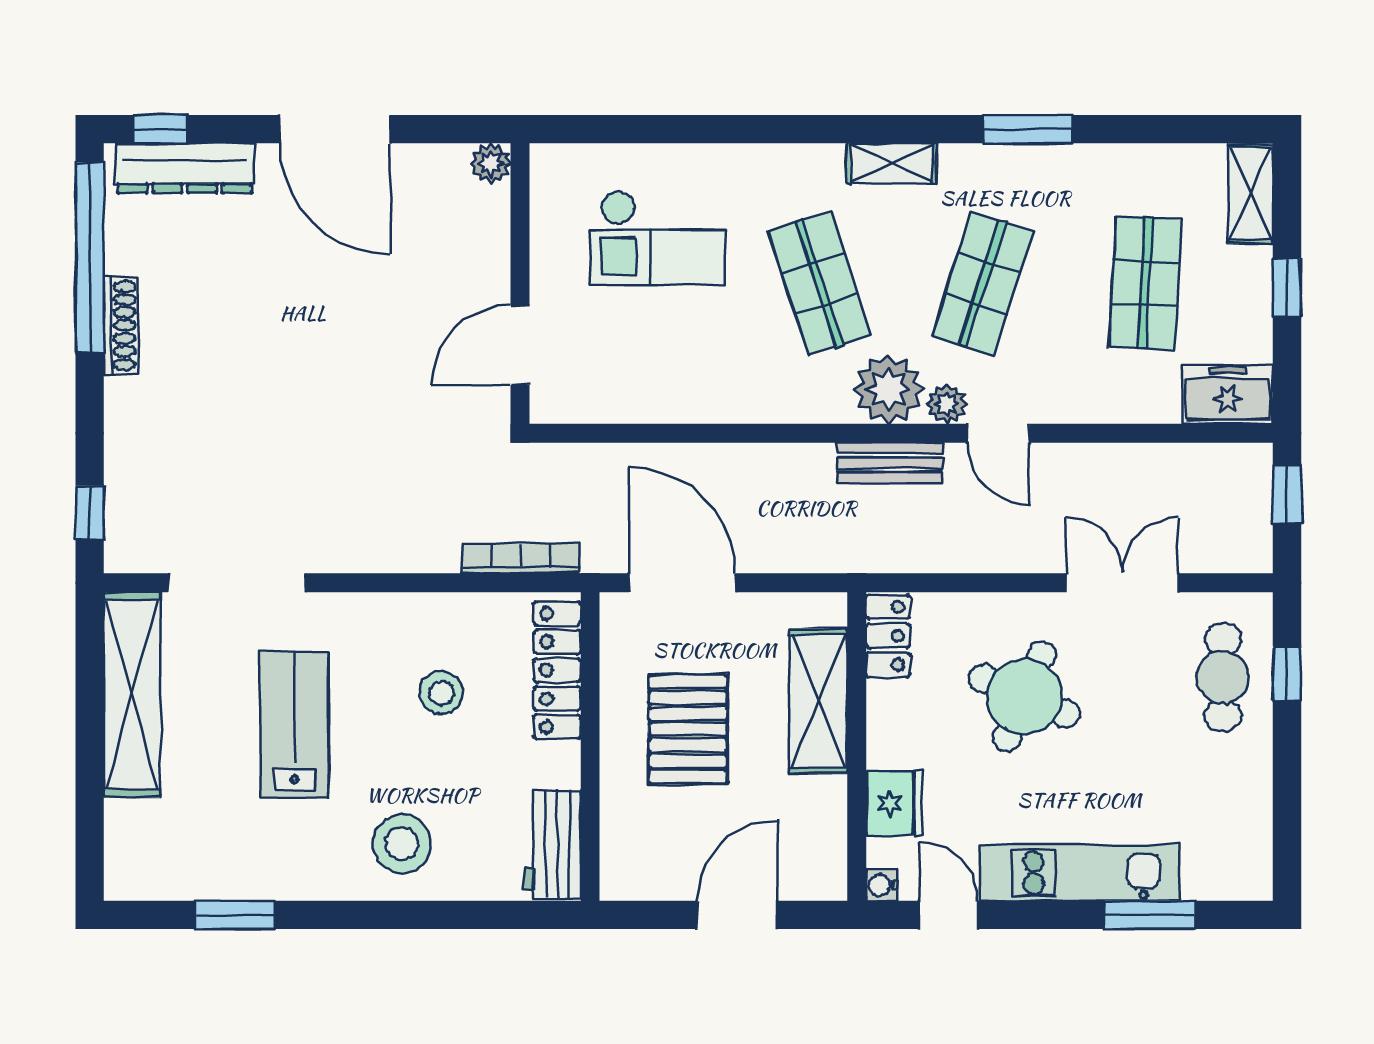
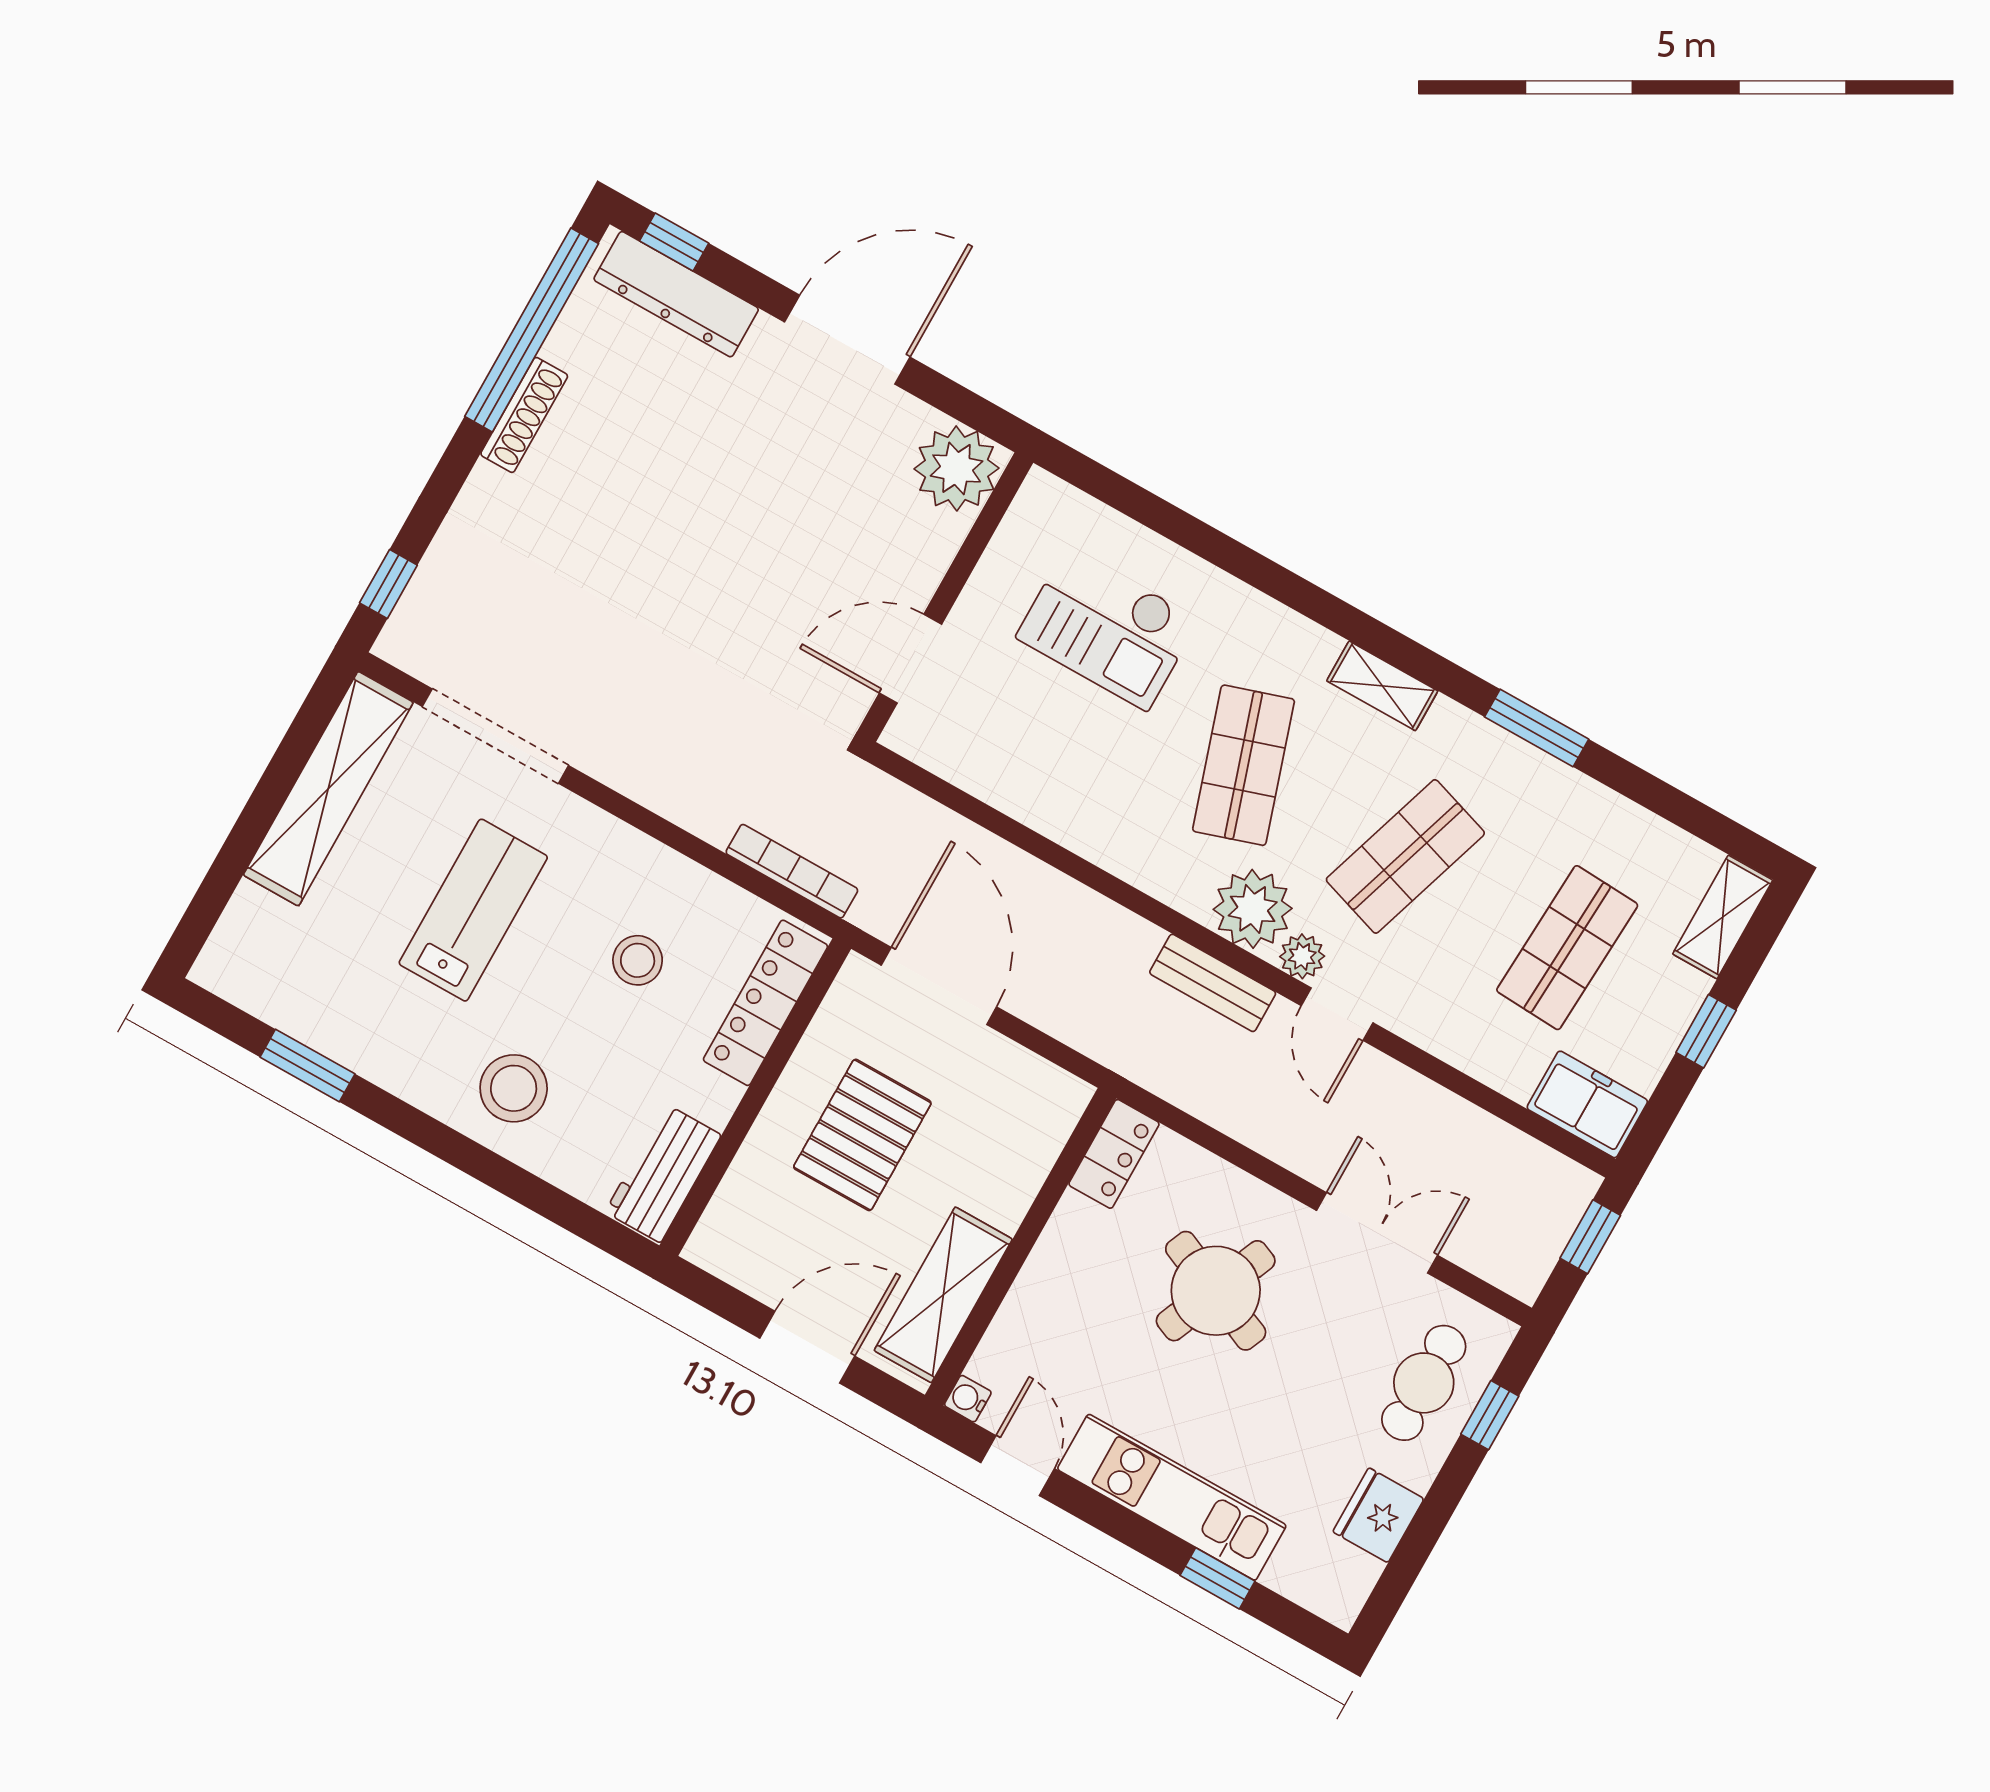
door: (335, 129) -> (847, 340), swing flipped
plant: (491, 163) -> (957, 468), width x1.88, depth x1.88
shelving: (818, 701) -> (943, 1295), moved
fridge: (894, 803) -> (1378, 1515), moved, turned 180
window: (1149, 915) -> (1217, 1578), width x0.67

